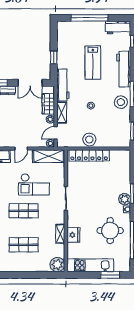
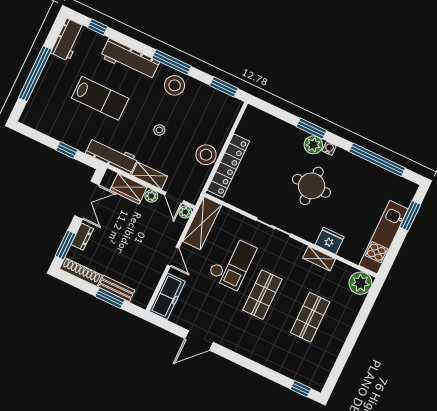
round table: (110, 231) -> (312, 186), moved

